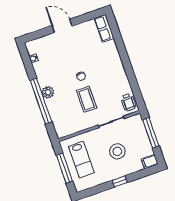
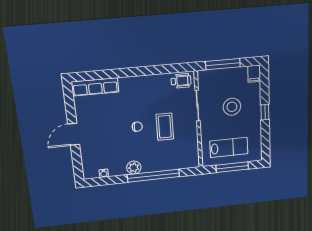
row of seats: (104, 28) -> (95, 87), width x1.48
plant: (48, 92) -> (134, 168), moved
coffee table: (87, 99) -> (165, 127), turned 90

